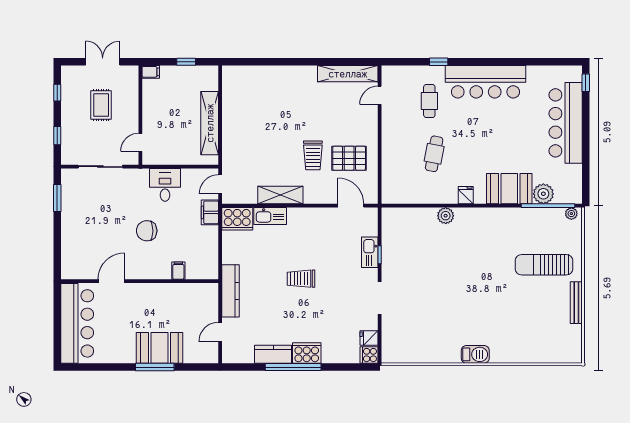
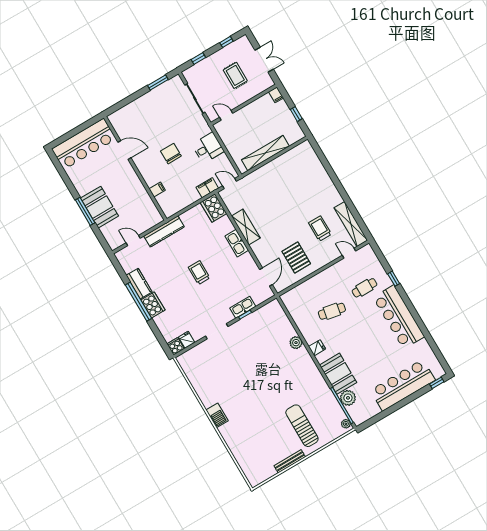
rug: (101, 105) -> (235, 75), turned 90
trolley: (313, 155) -> (320, 229), moved, turned 90
kitchen sink: (270, 216) -> (237, 243), moved

